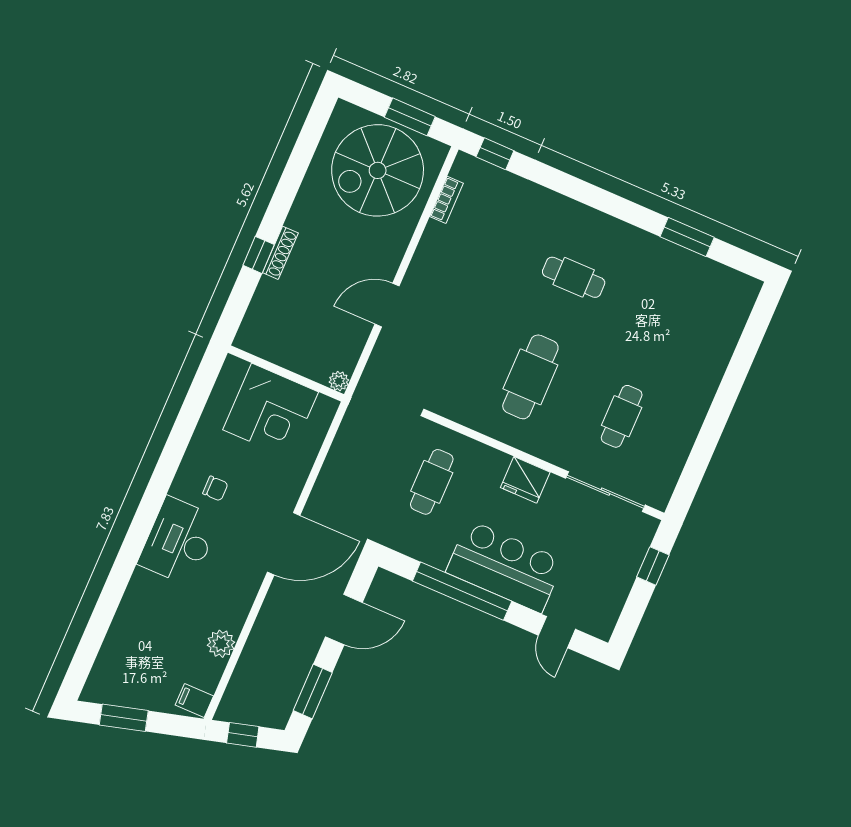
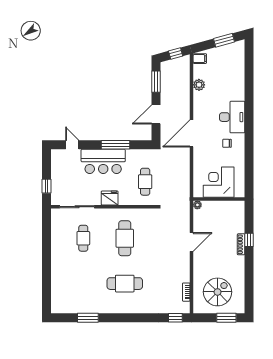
window: (410, 117) -> (226, 318), moved
spiral stairs: (378, 170) -> (218, 292), width x0.73, depth x0.73
cafe table: (574, 277) -> (125, 284), width x1.37, depth x1.35
window: (462, 591) -> (115, 145), width x0.68

